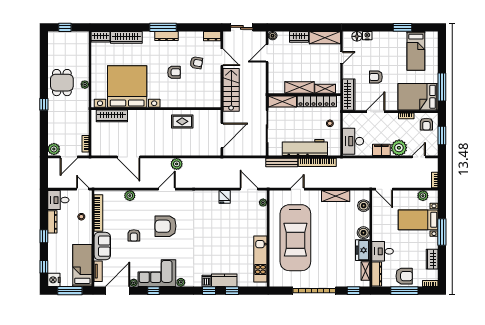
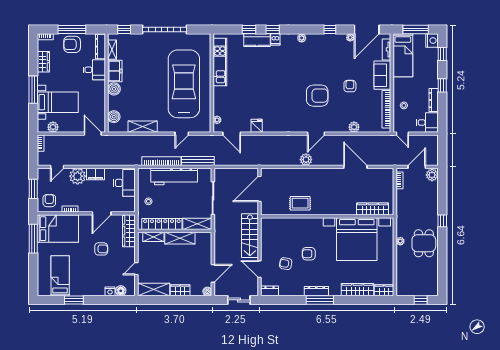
corner sofa: (157, 273) -> (326, 47), removed

